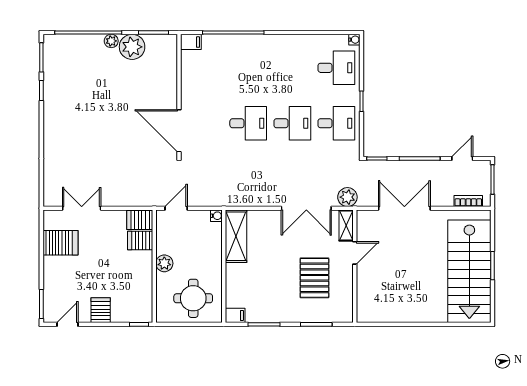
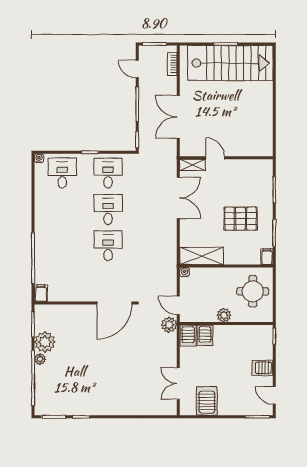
plant: (347, 197) -> (169, 325), moved
pallet: (314, 278) -> (240, 219), moved

